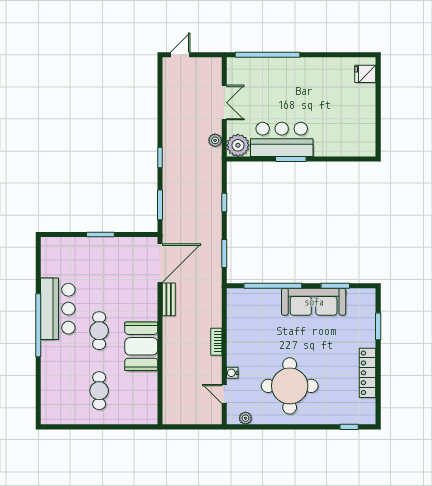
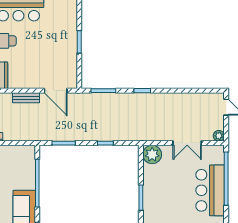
bar counter: (282, 139) -> (210, 190), moved, turned 180
plant: (215, 140) -> (219, 136), moved
door: (160, 263) -> (56, 91), width x0.73

